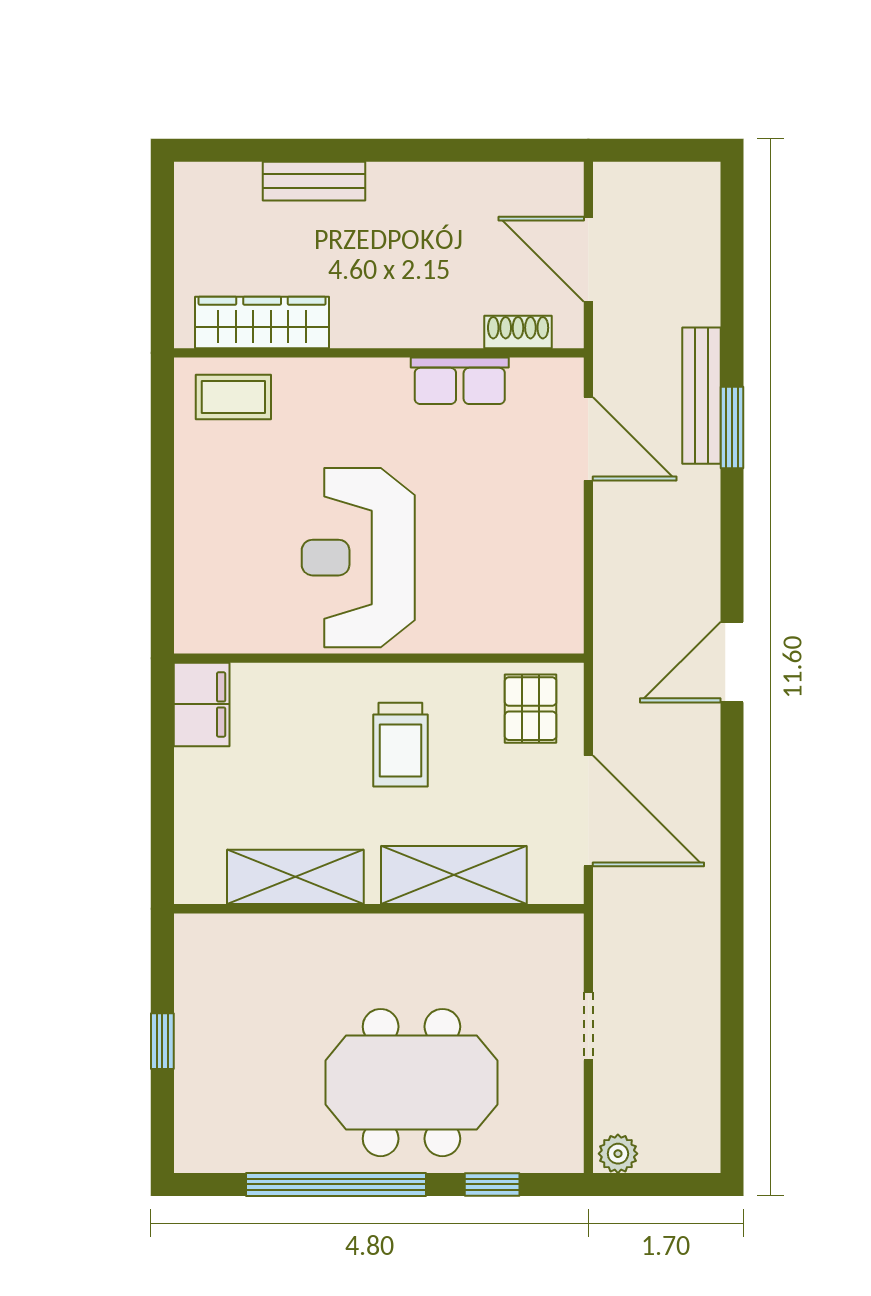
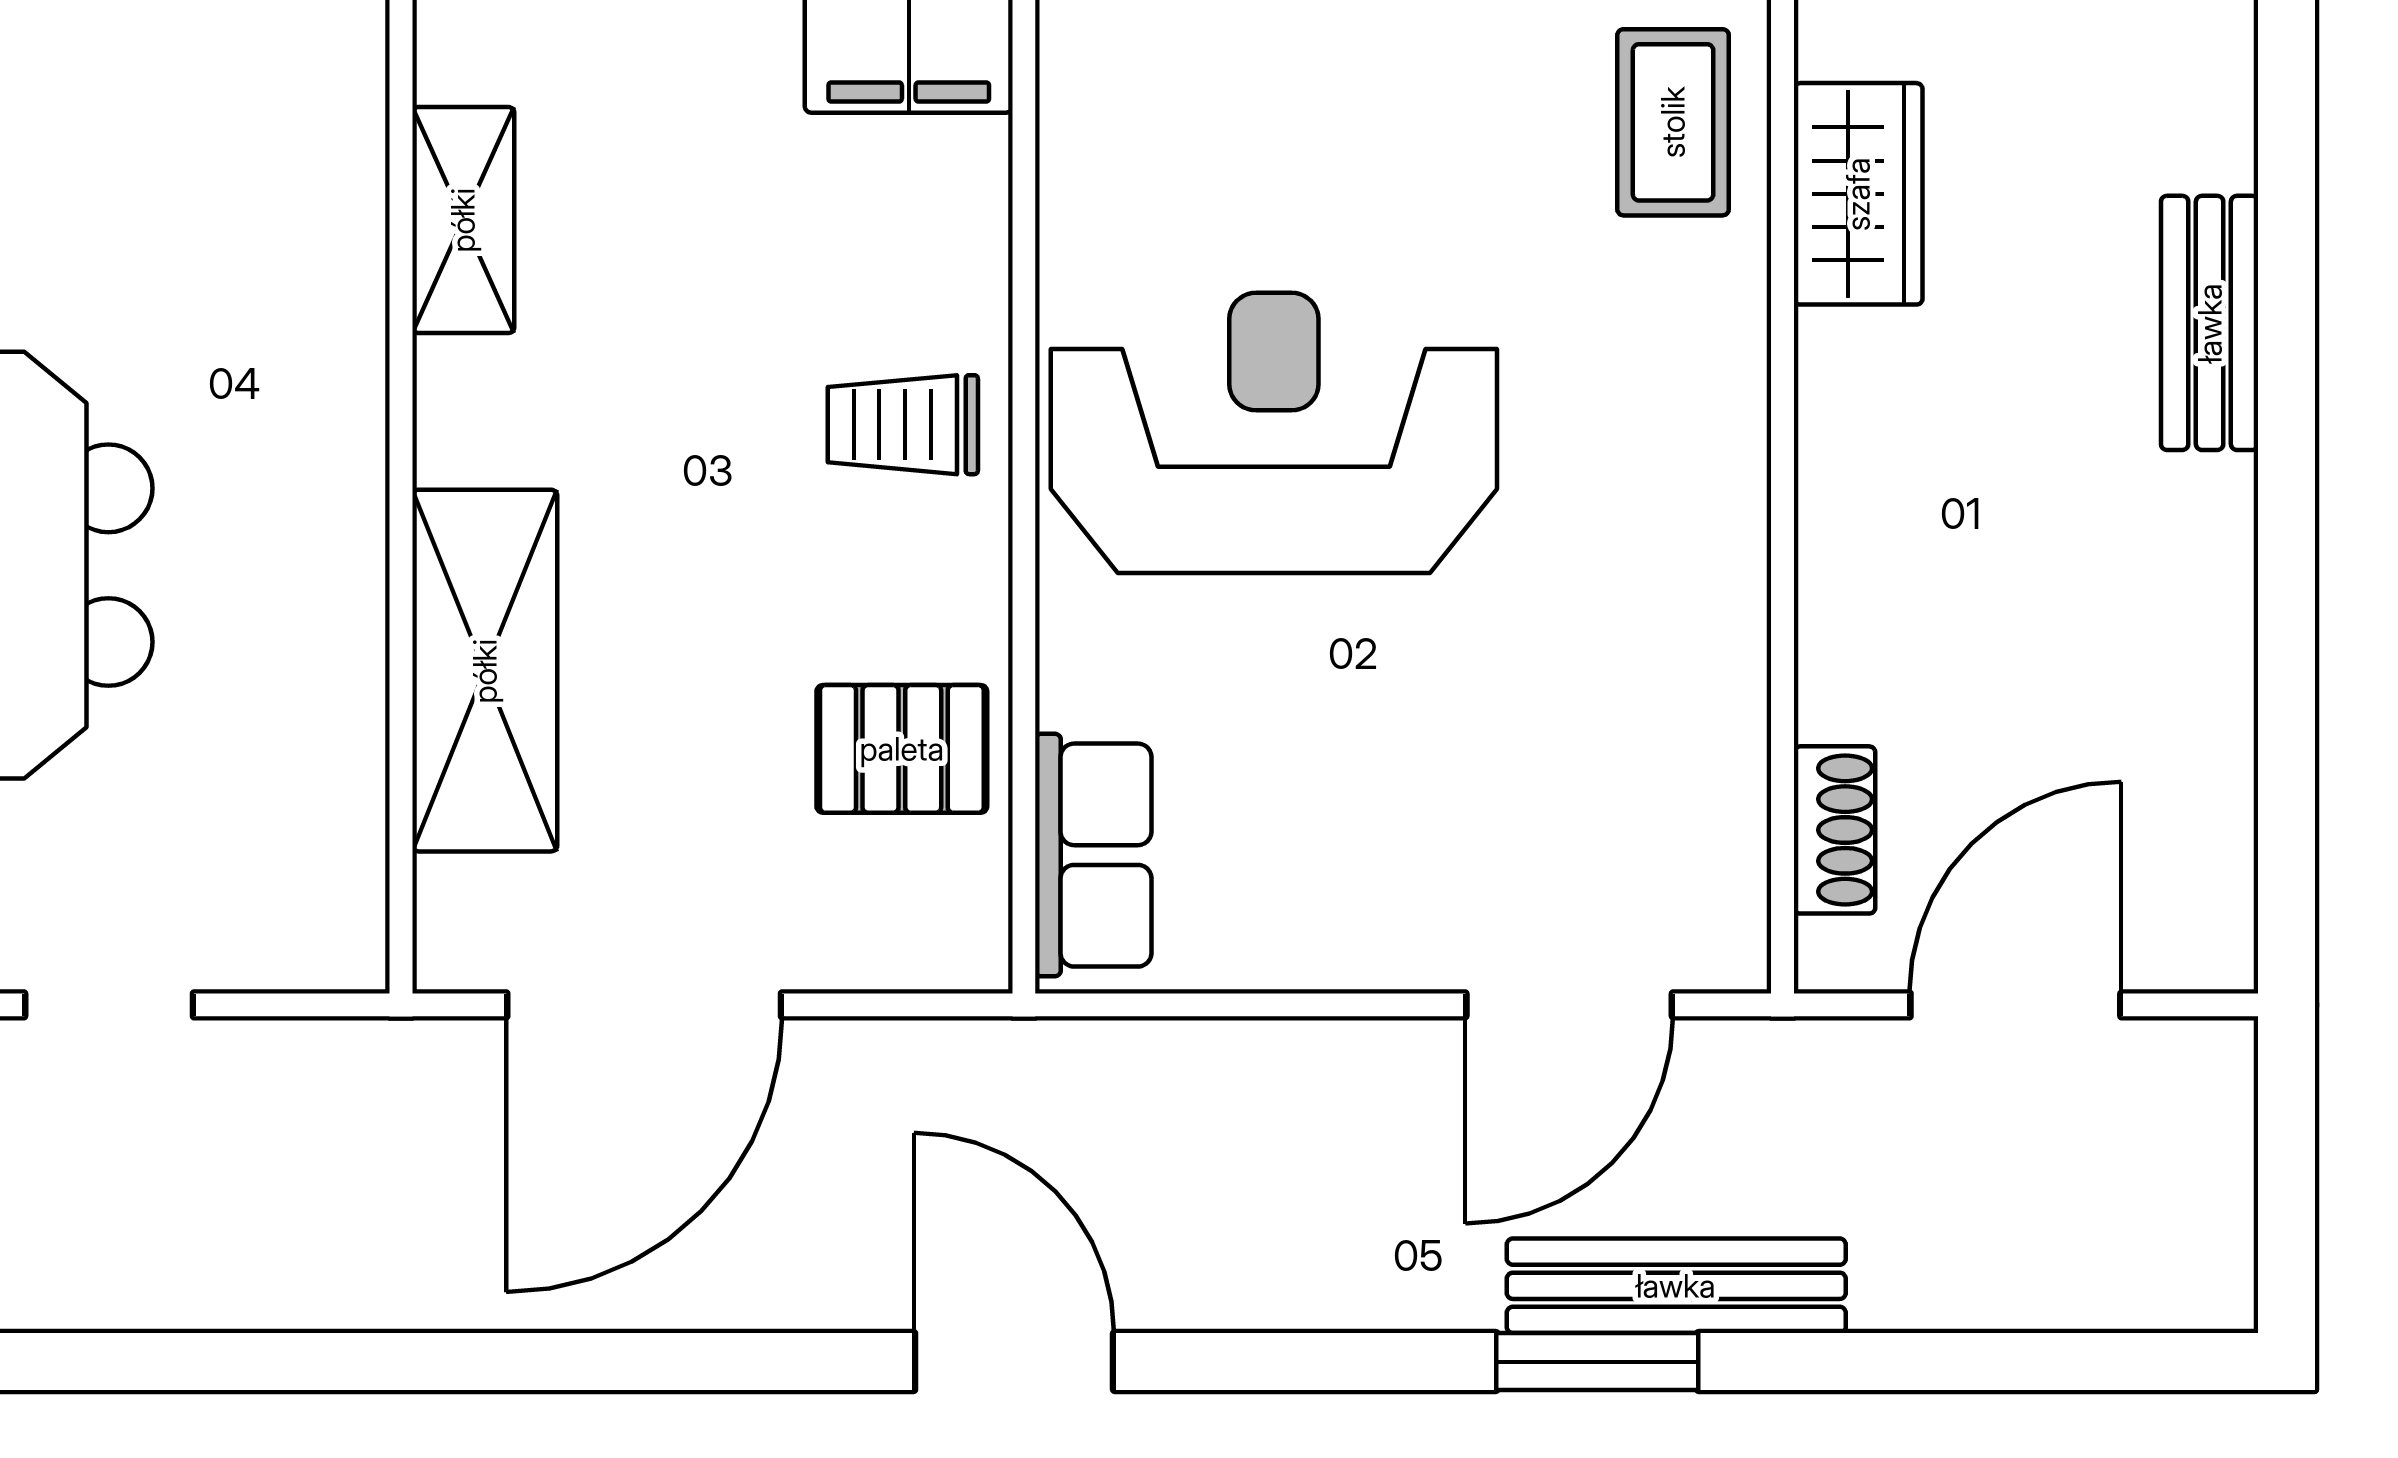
wardrobe: (262, 322) -> (1858, 194), width x0.67
row of seats: (460, 381) -> (1093, 855), moved, turned 180
pallet: (531, 709) -> (902, 749), moved
trolley: (400, 745) -> (903, 425), moved, width x0.73, depth x0.72
shelving: (295, 877) -> (463, 220), width x0.67, depth x0.75

